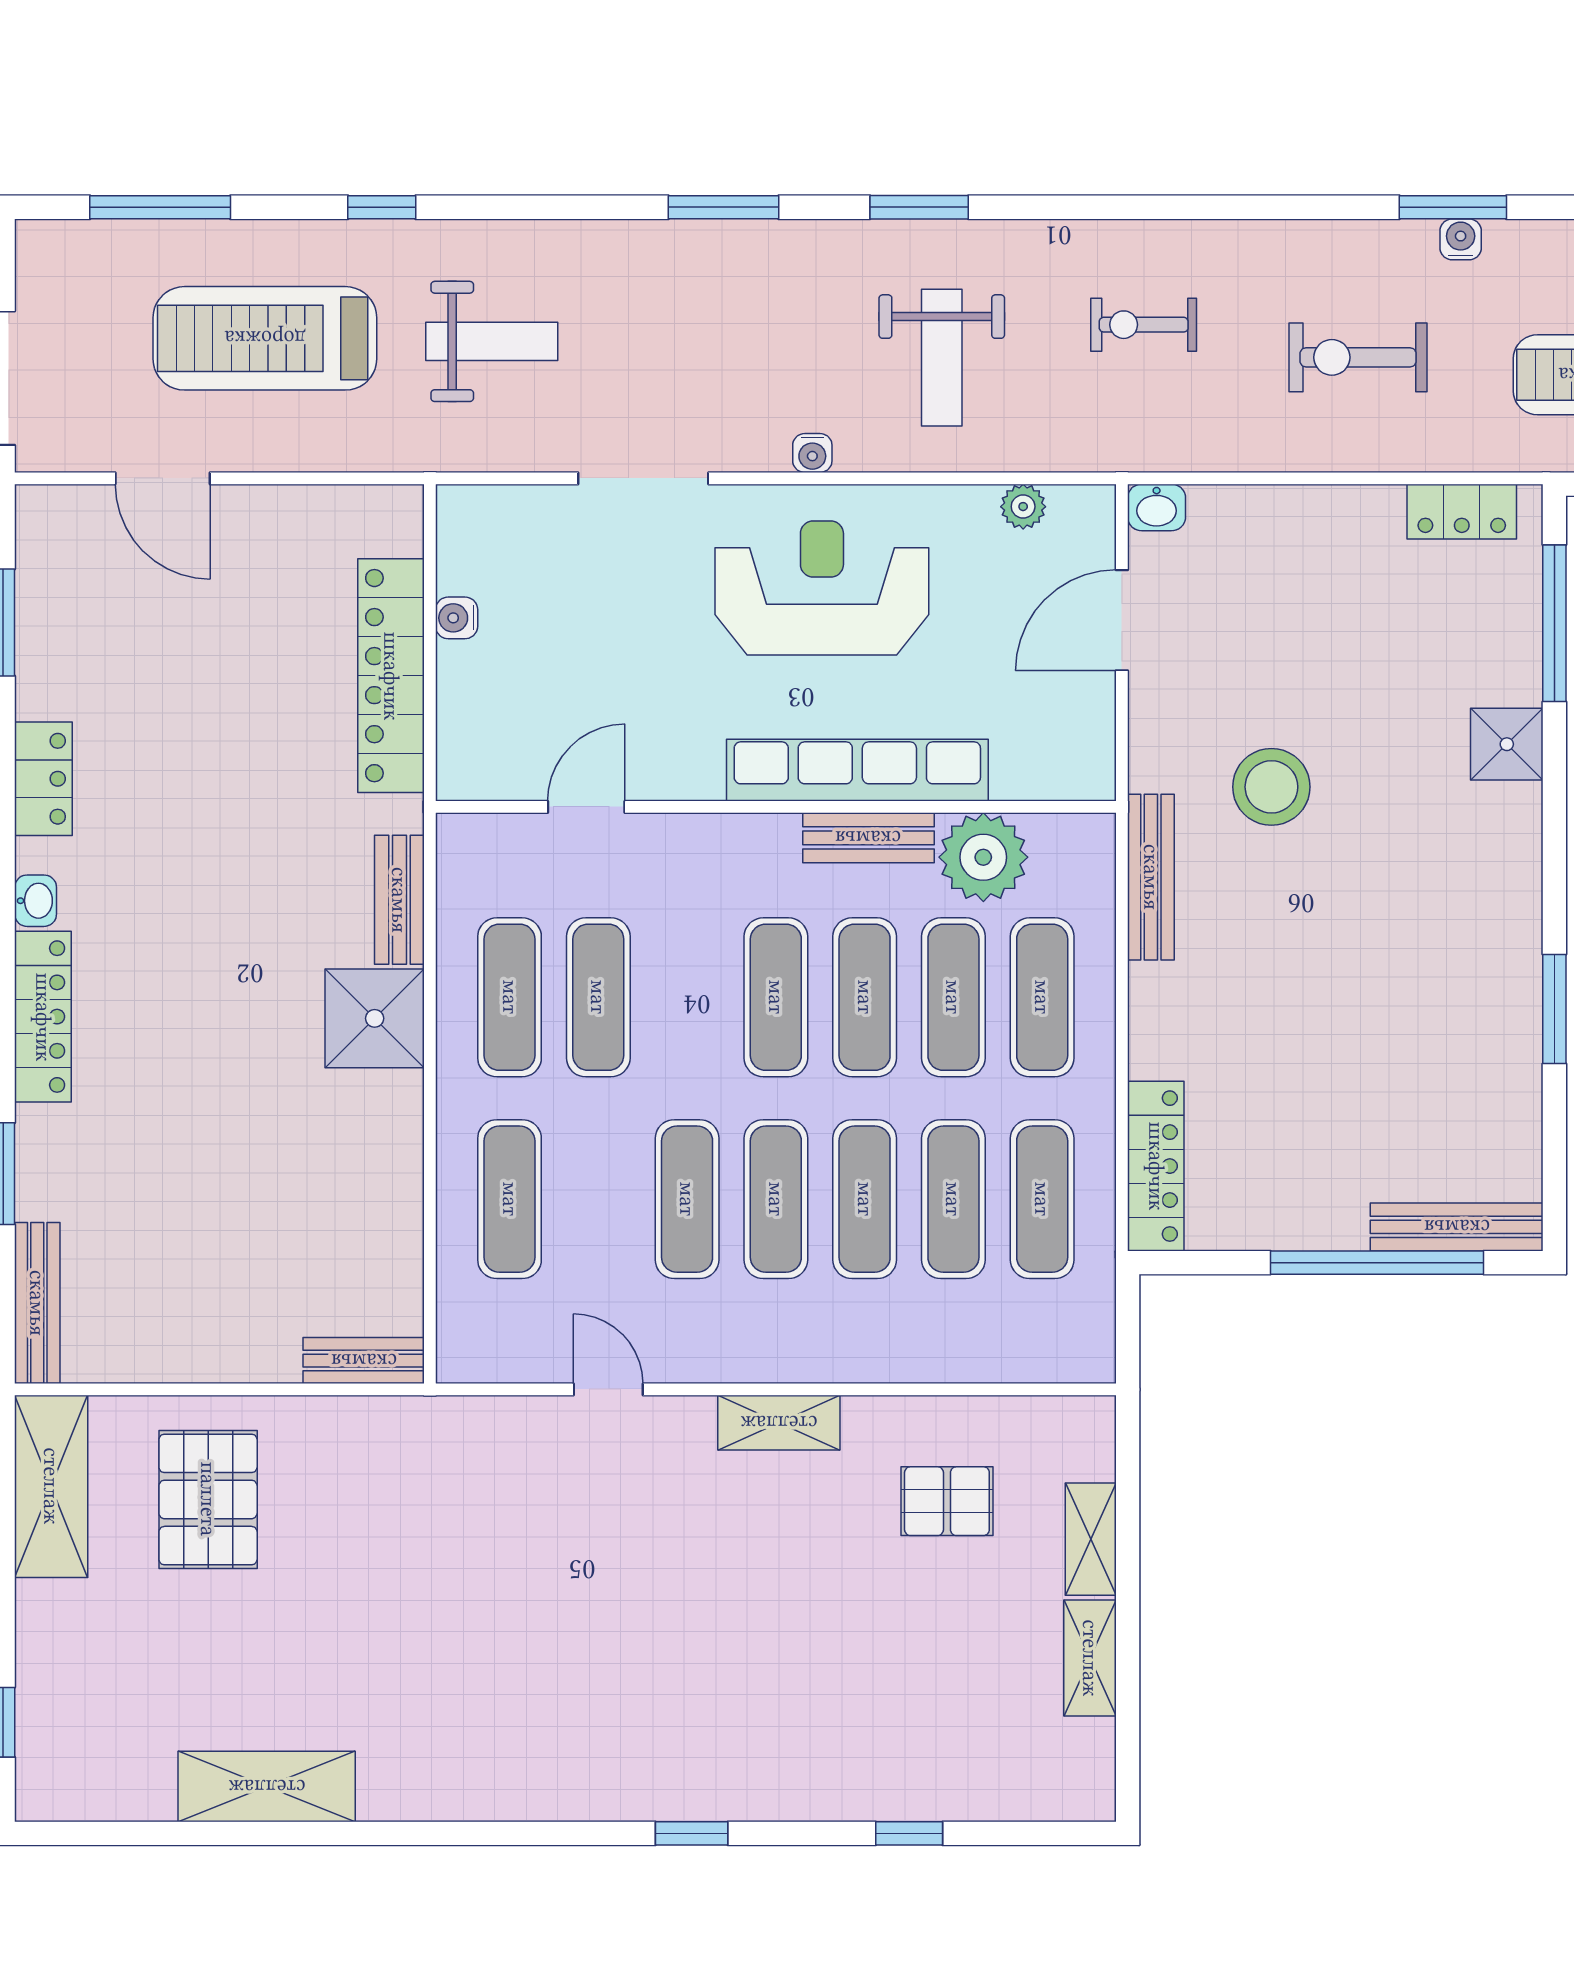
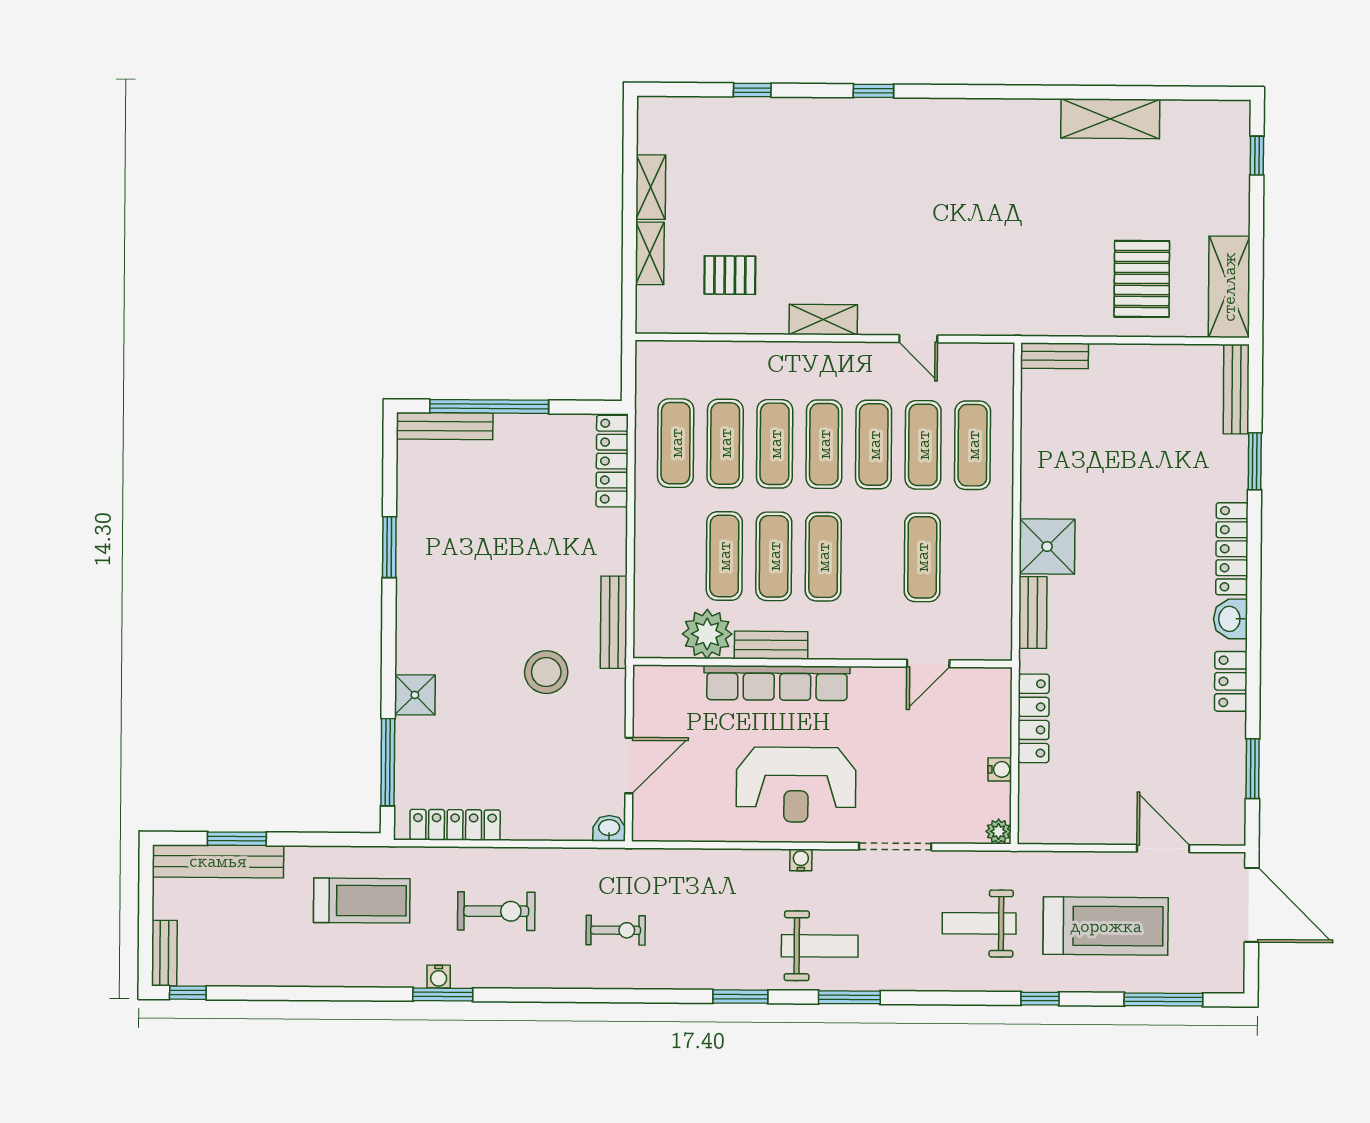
weight bench: (942, 358) -> (820, 946), moved, turned 90
plant: (1023, 507) -> (999, 832), moved
locker: (1462, 512) -> (455, 825), width x1.53
locker: (391, 676) -> (1034, 718), width x0.71, depth x0.83
washbasin: (36, 901) -> (1230, 619), width x1.38, depth x1.45
exercise mat: (510, 997) -> (923, 445), moved
exercise mat: (1042, 997) -> (675, 556), removed

